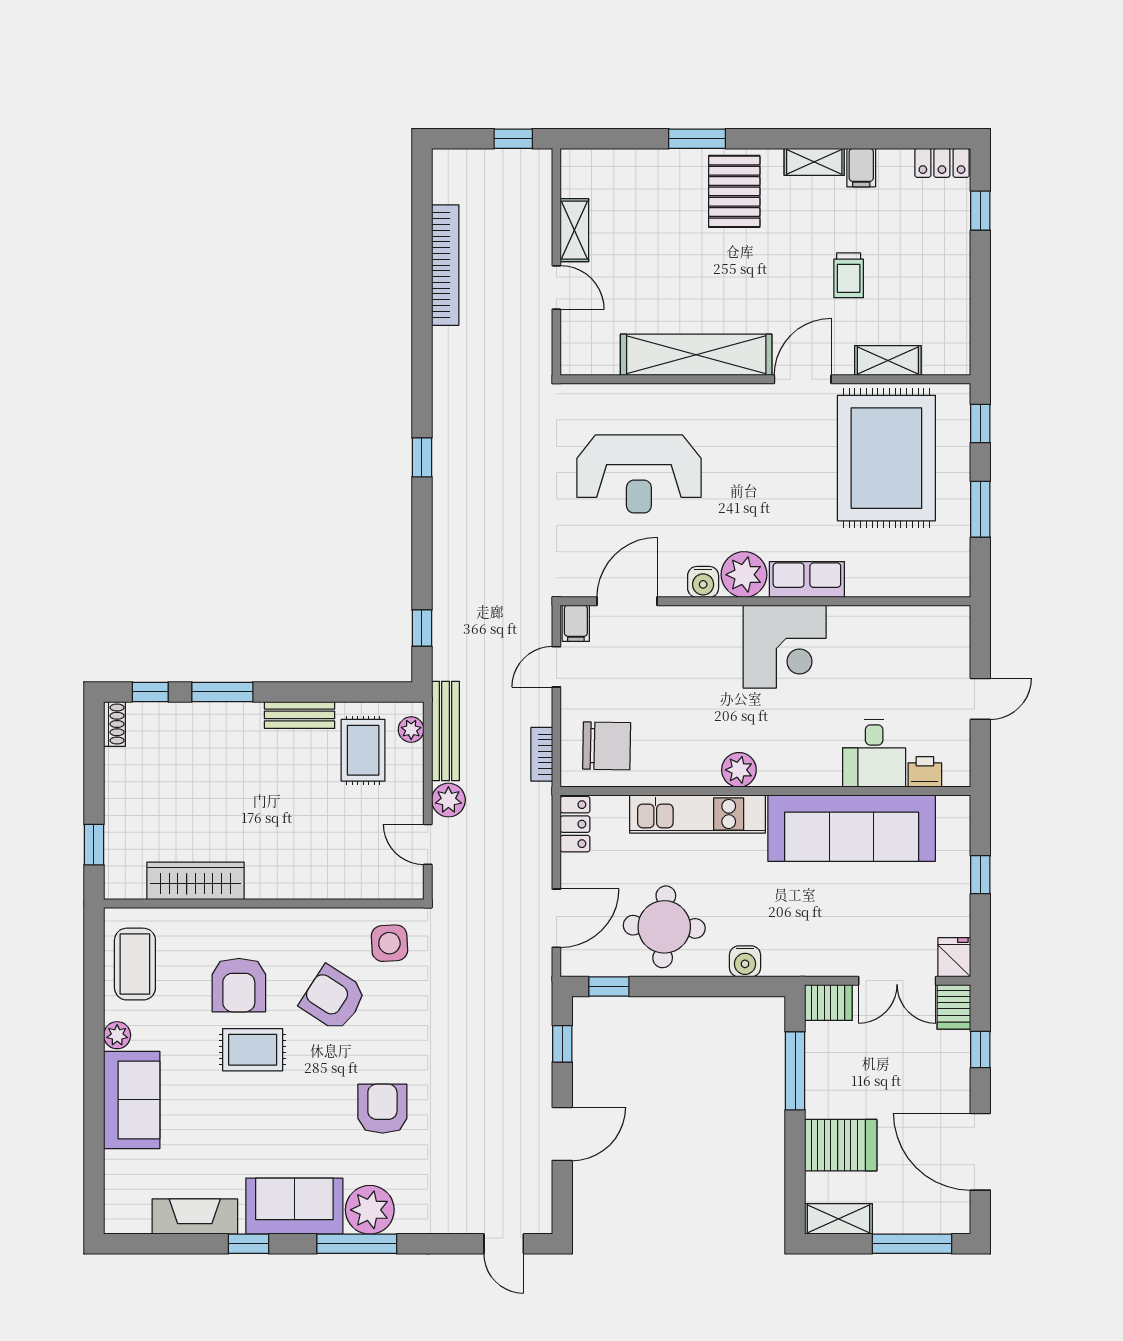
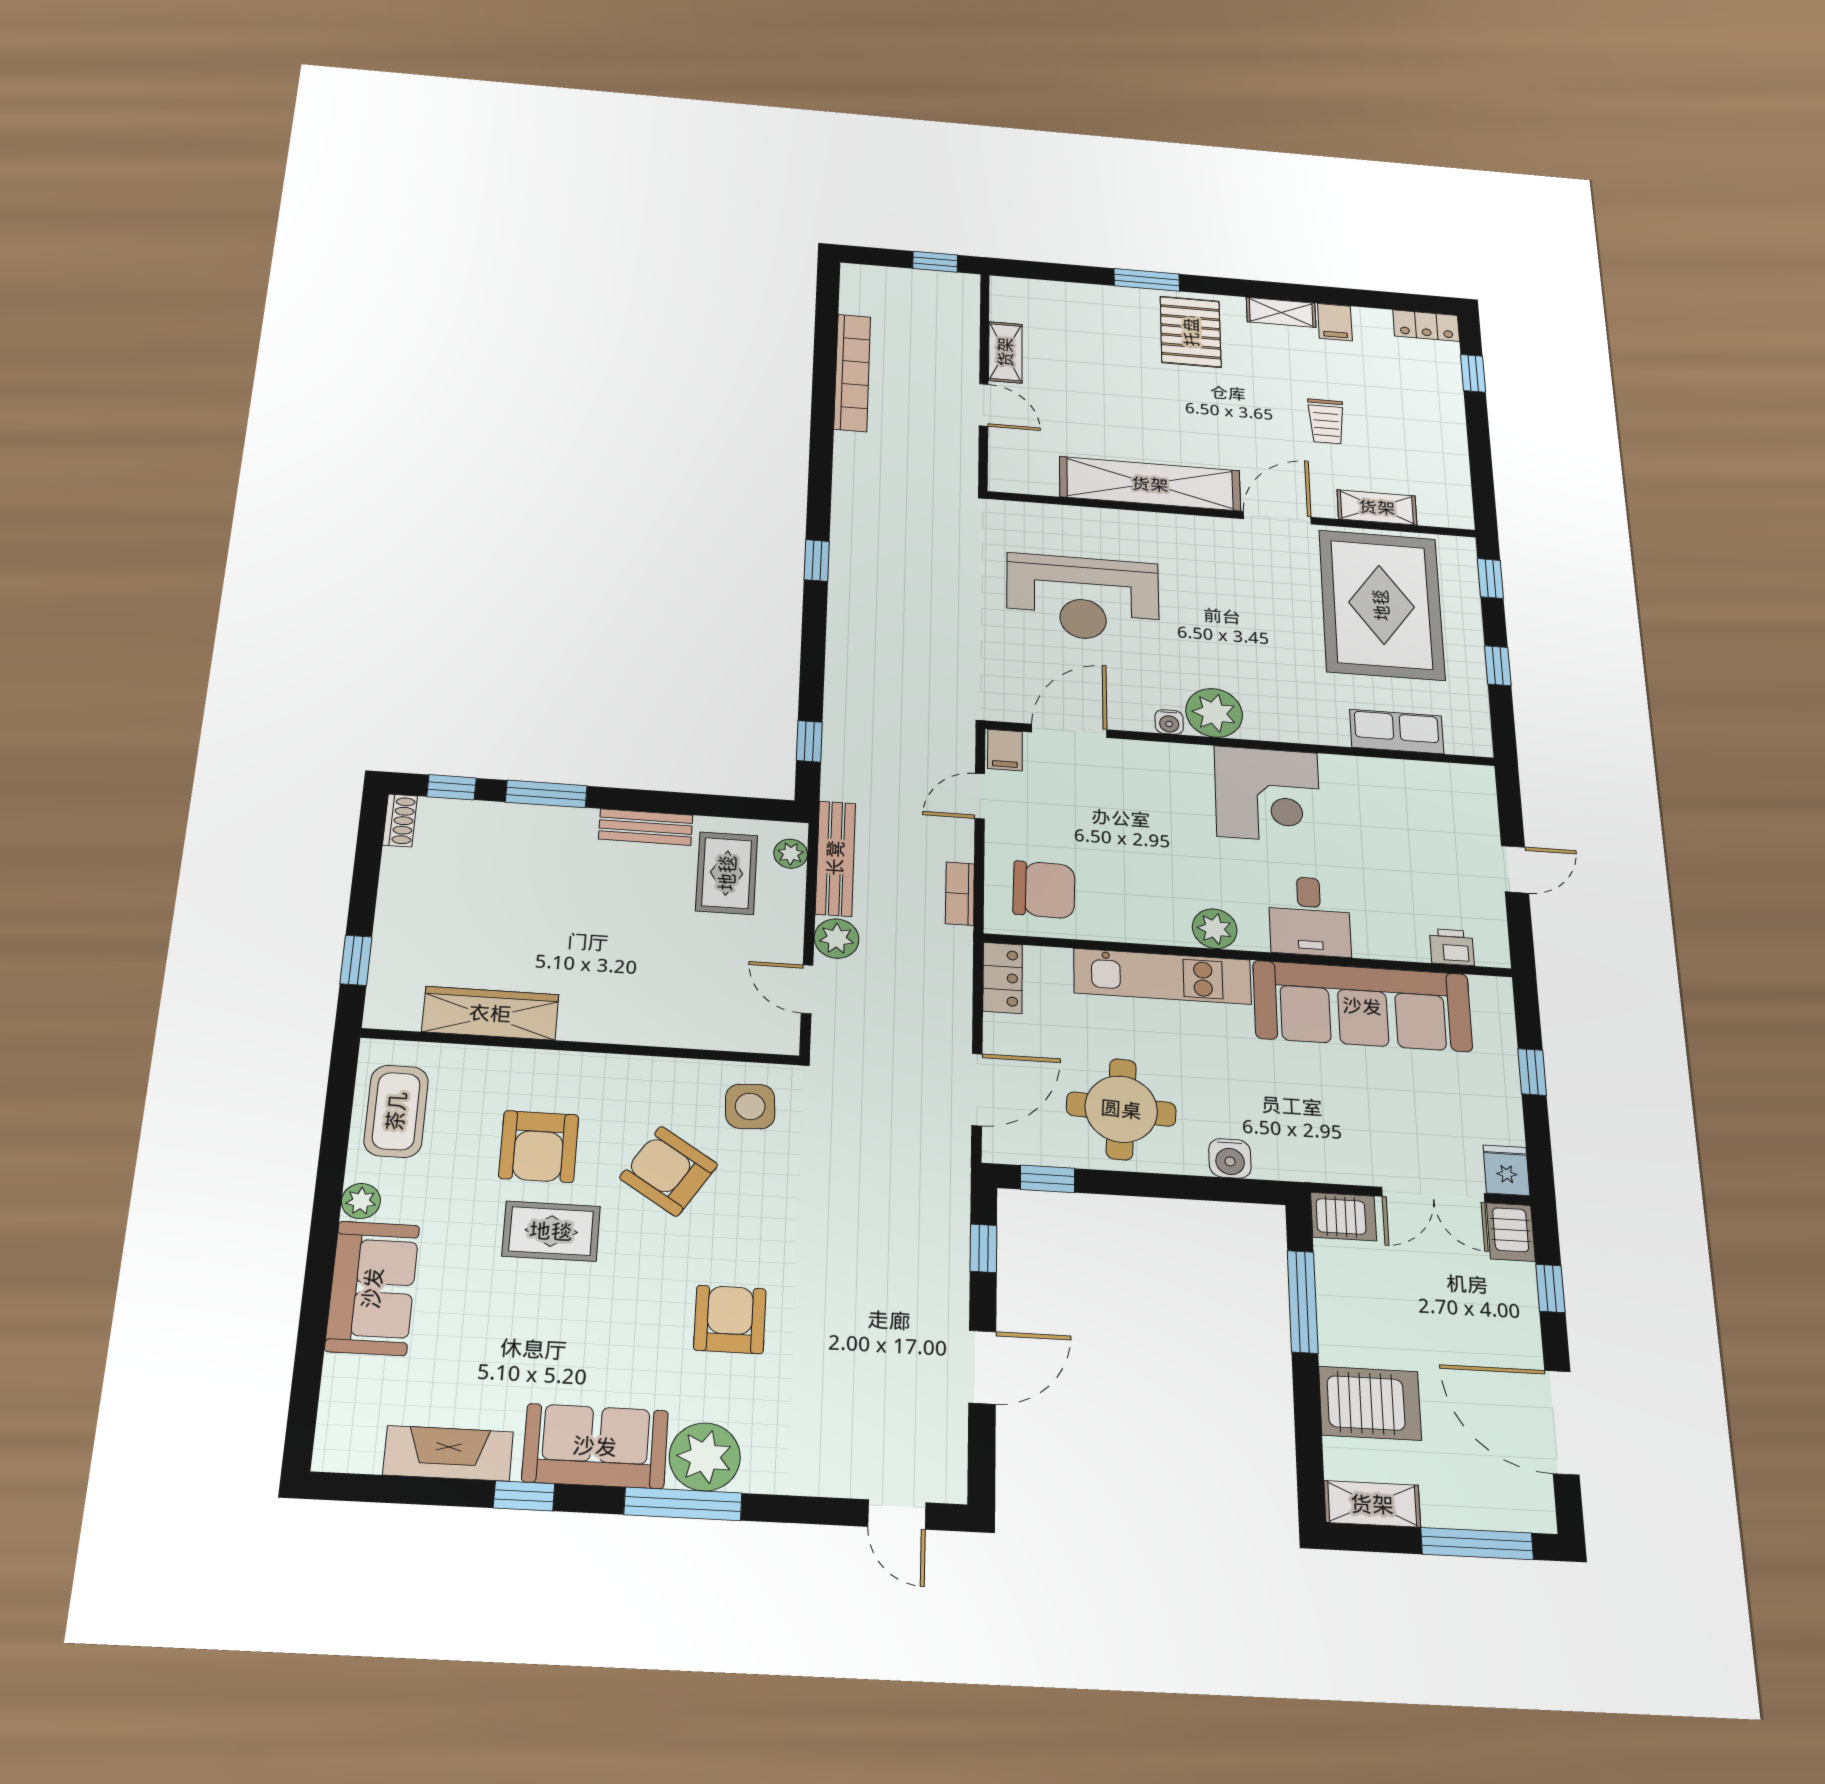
window: (980, 509) -> (1498, 666), width x0.67
row of seats: (807, 579) -> (1397, 732), moved
water cooler: (703, 582) -> (1169, 722), width x0.72, depth x0.72
desk: (874, 753) -> (1309, 916), moved

